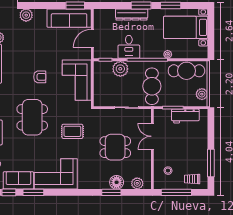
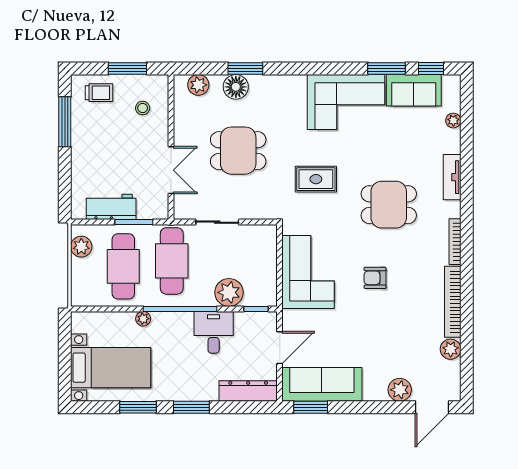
dresser: (132, 14) -> (248, 391), moved
cafe table: (186, 71) -> (123, 266), moved, turned 90
dining table: (32, 117) -> (389, 205), width x0.73
window: (176, 192) -> (127, 68), width x0.69

